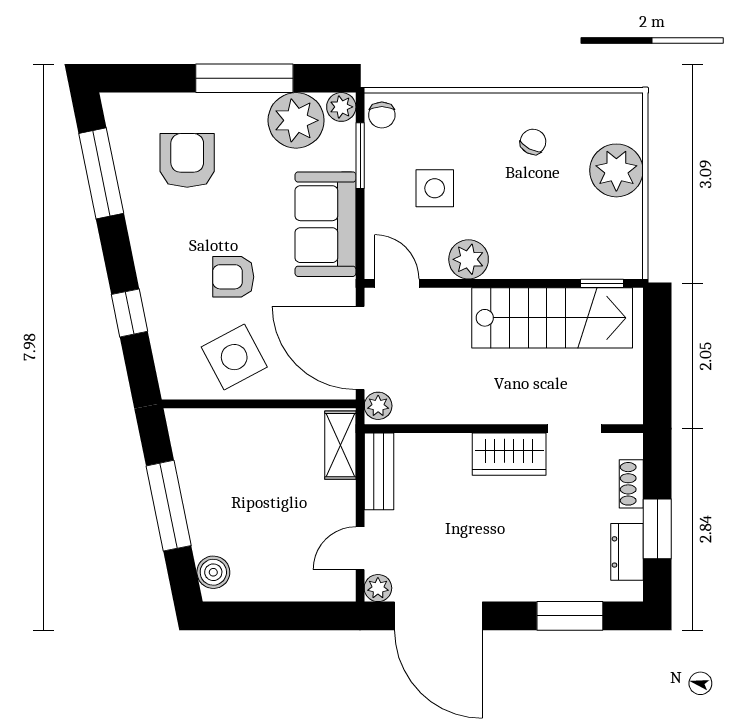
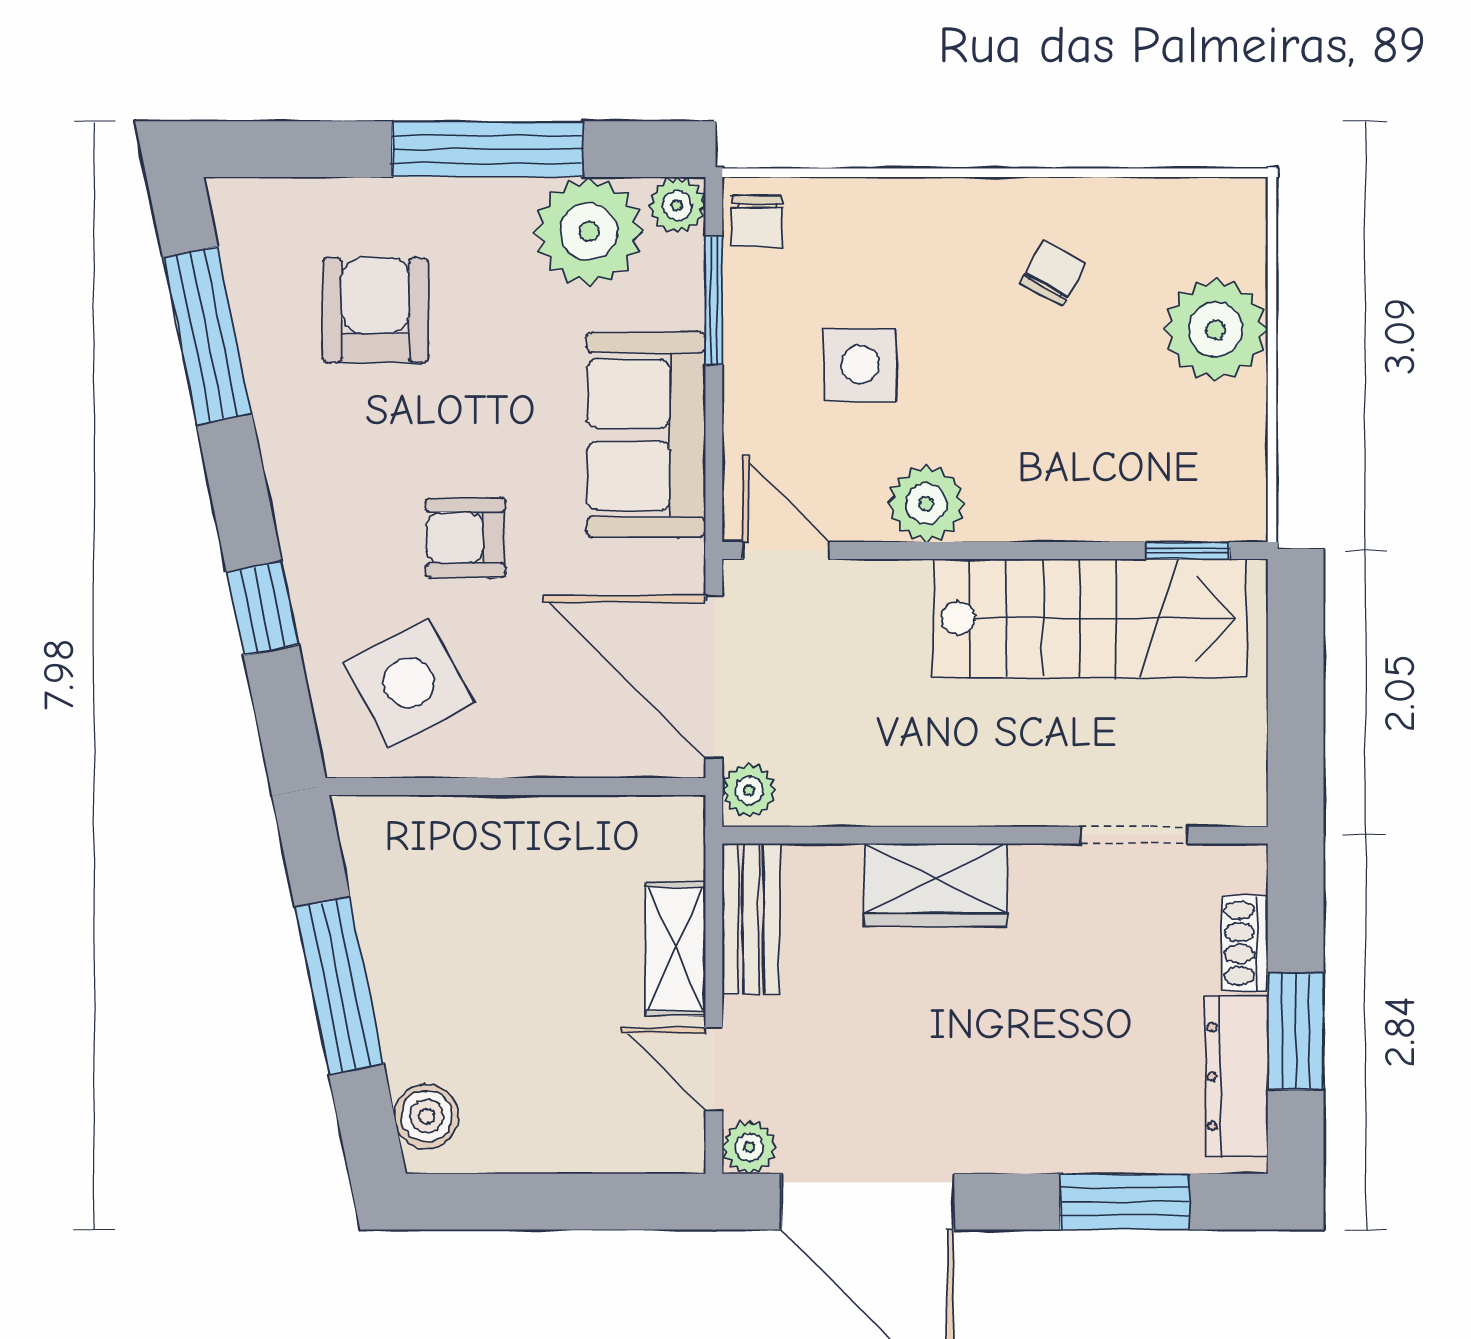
side table: (234, 357) -> (409, 682), moved
shelving: (340, 445) -> (675, 949), moved
wardrobe: (509, 454) -> (936, 885), moved
door: (360, 548) -> (714, 1069), hinge flipped
dresser: (627, 552) -> (1236, 1076), width x1.44

